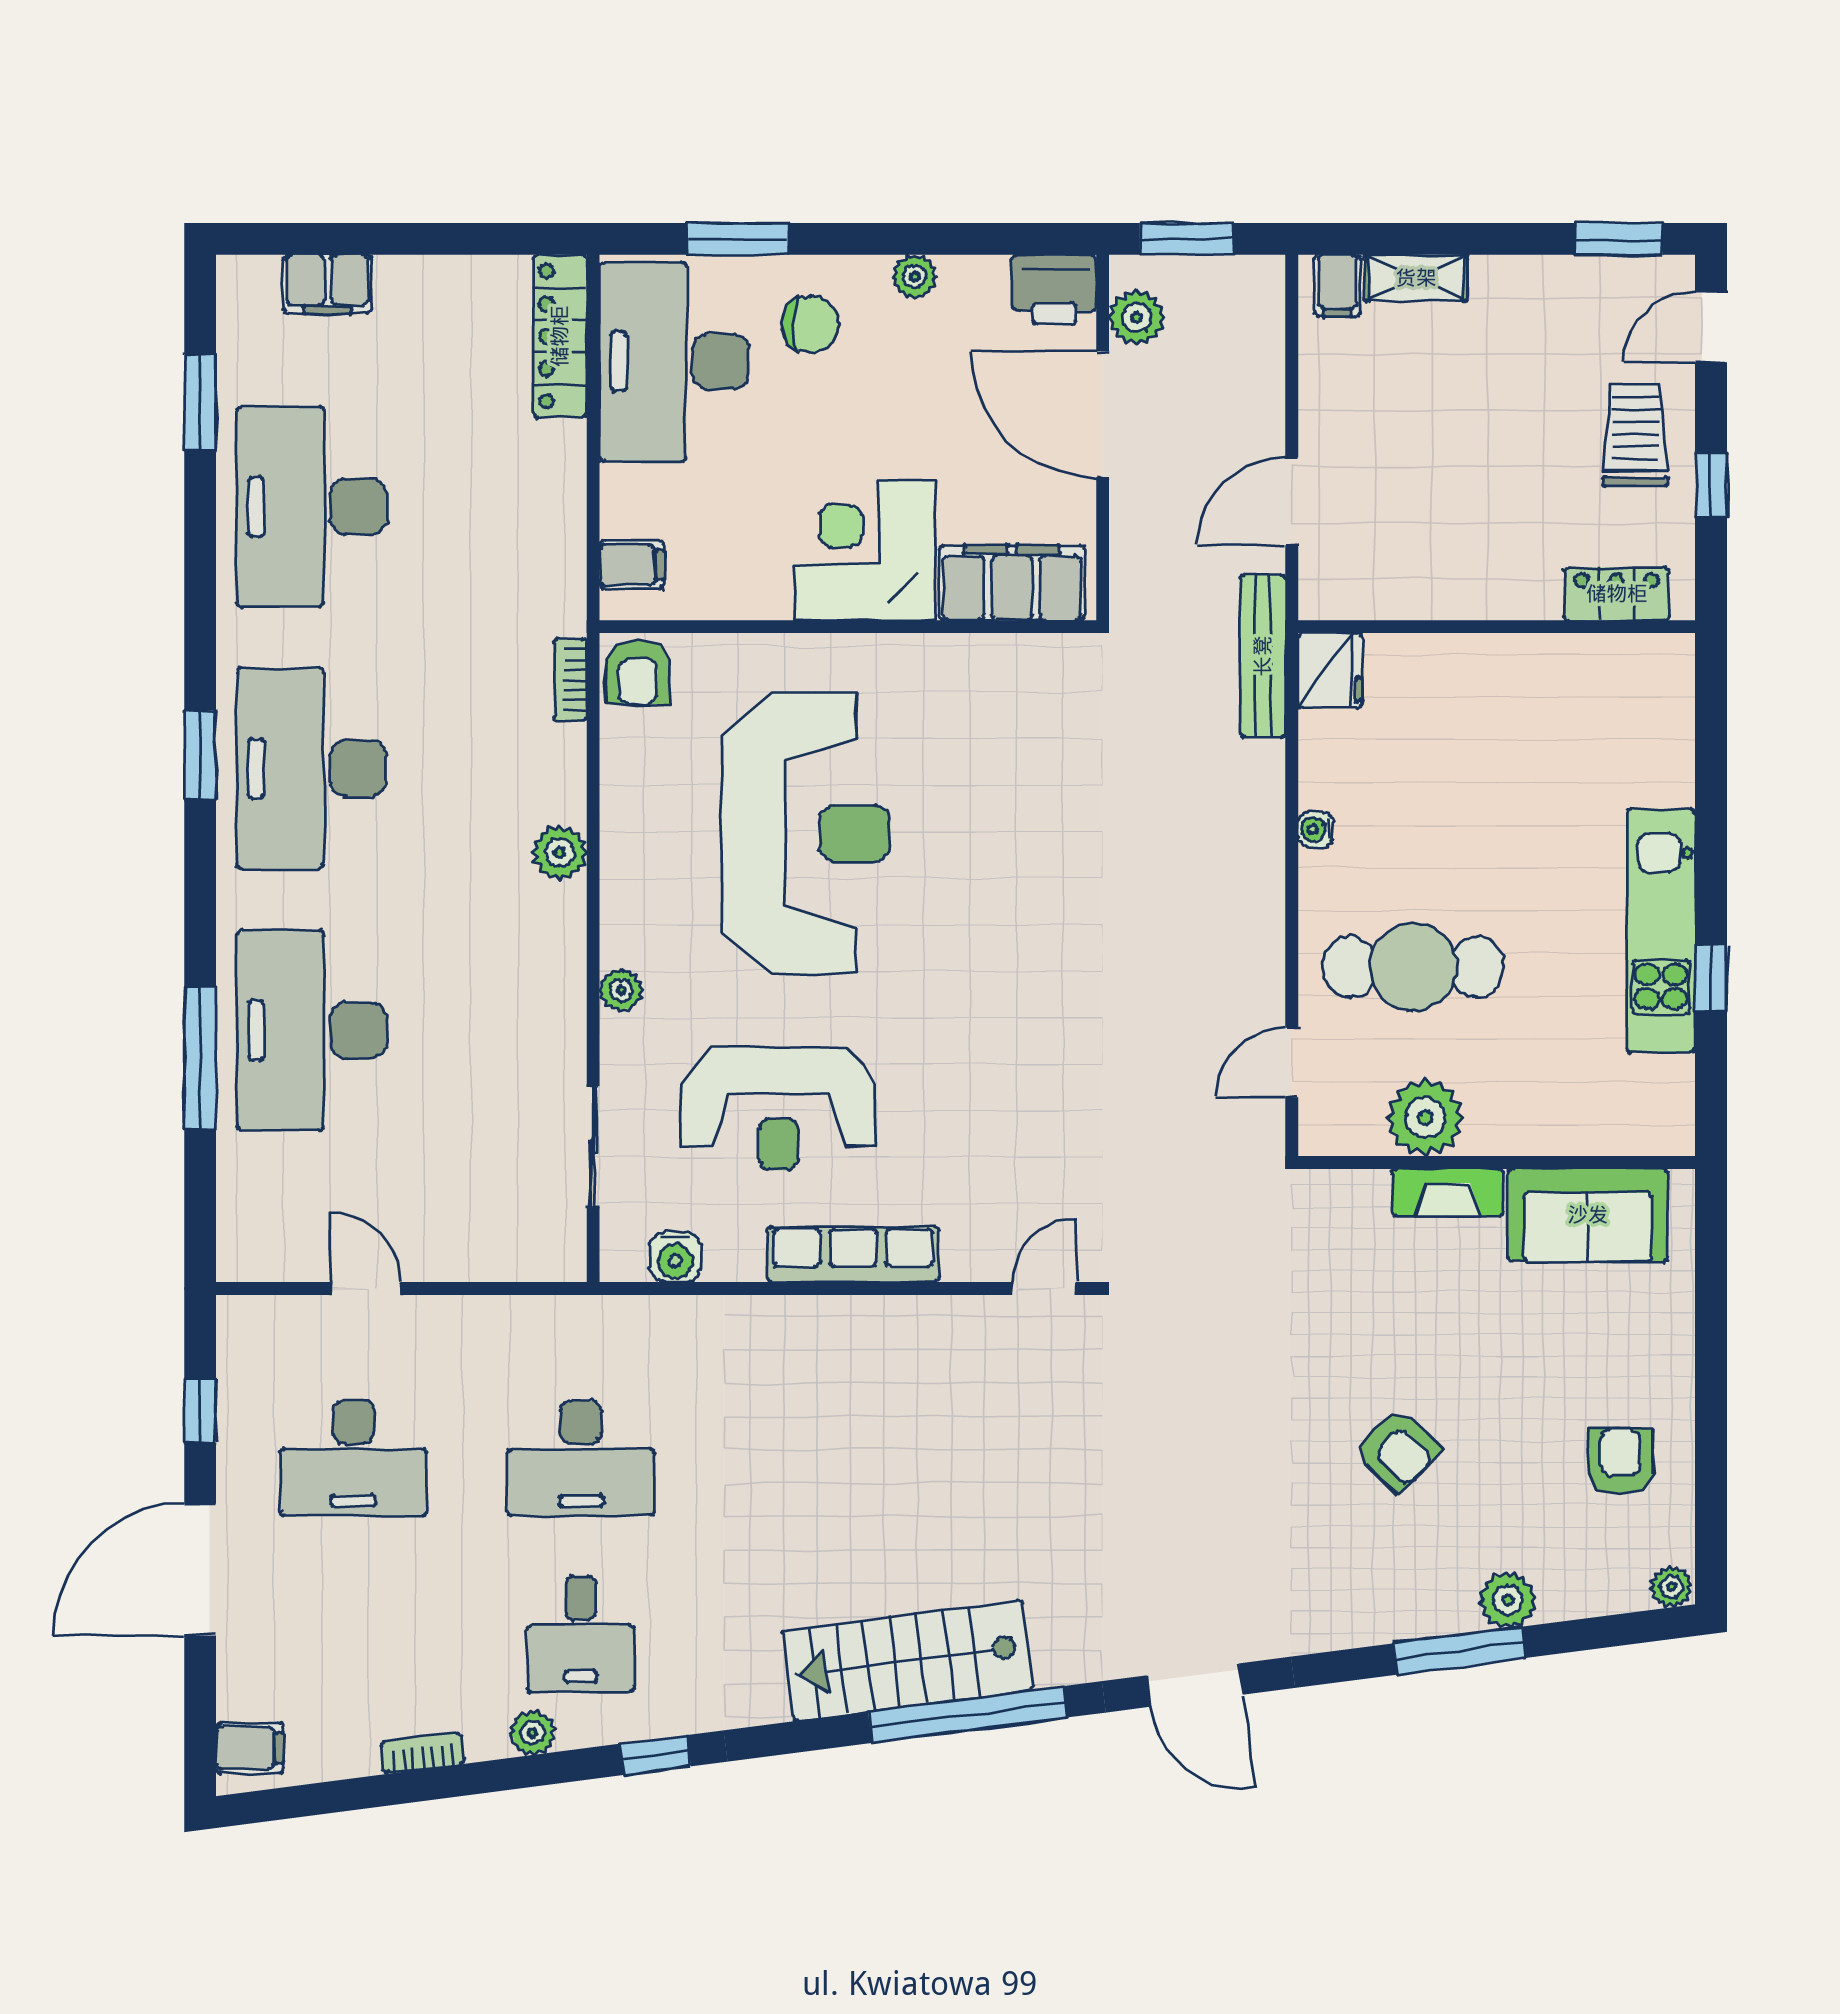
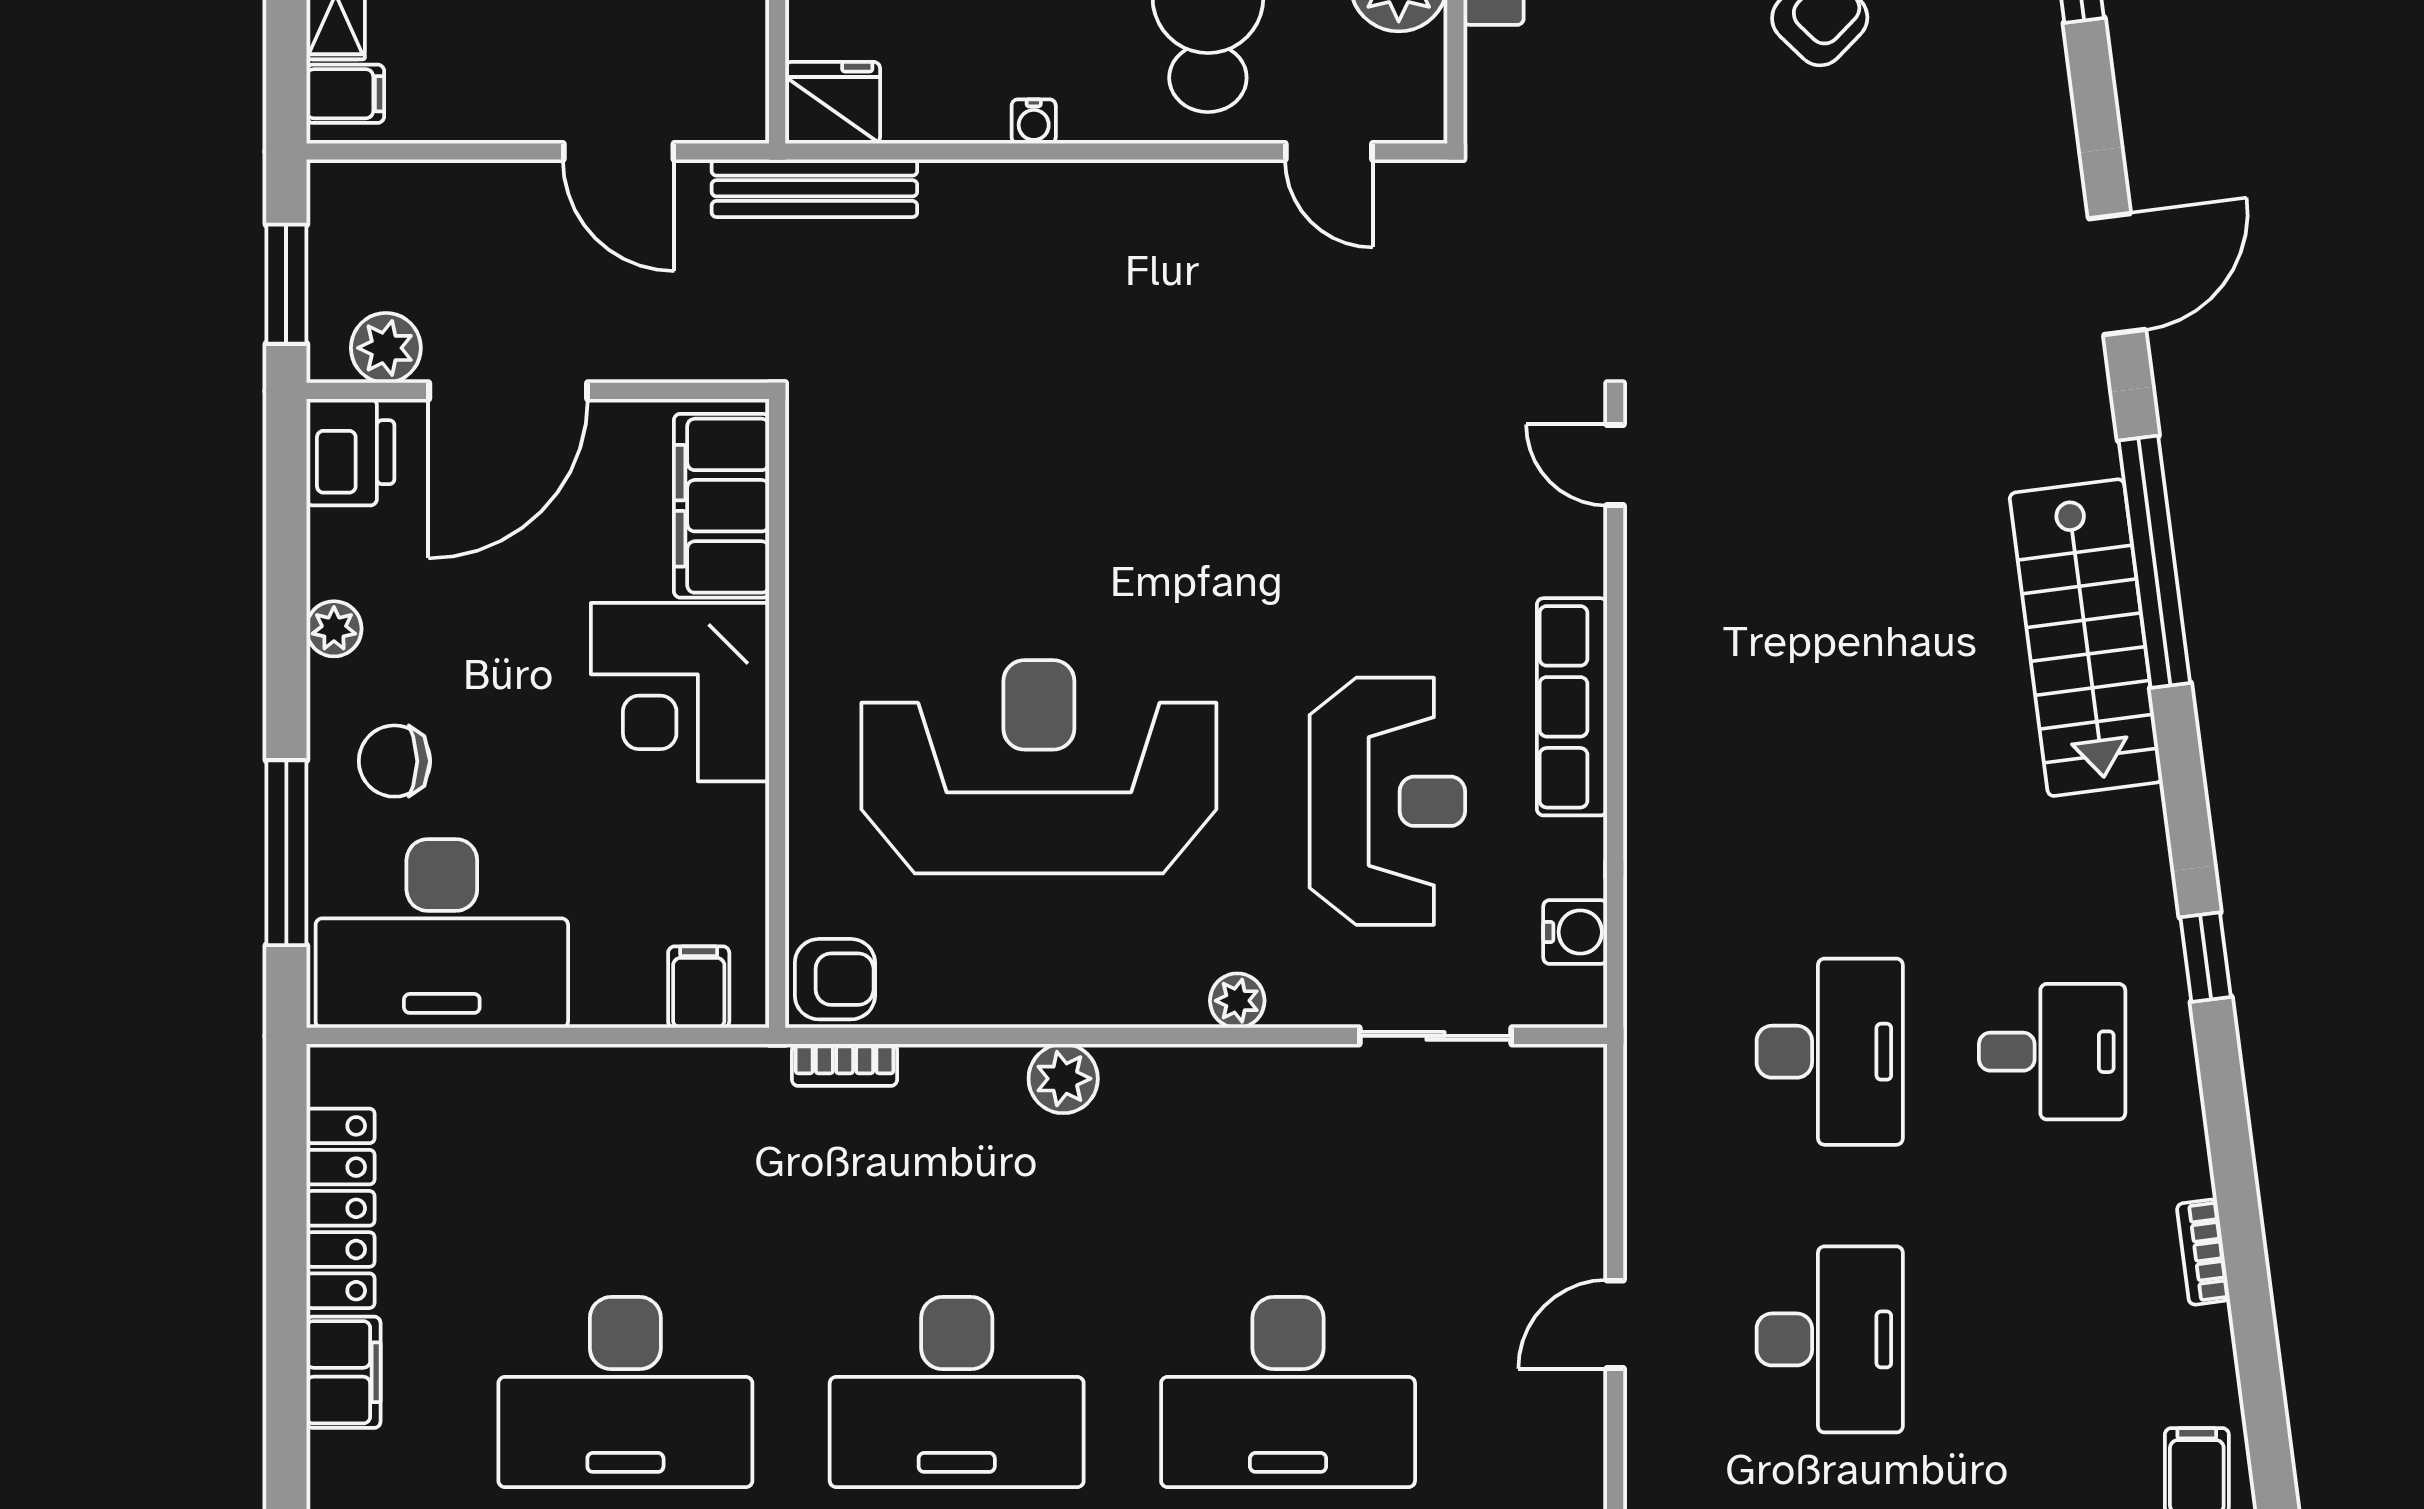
window: (738, 239) -> (286, 853), width x1.44
chair: (810, 324) -> (394, 761), turned -90
locker: (560, 336) -> (340, 1208), moved, turned -90
plant: (532, 1732) -> (2177, 1113), removed

